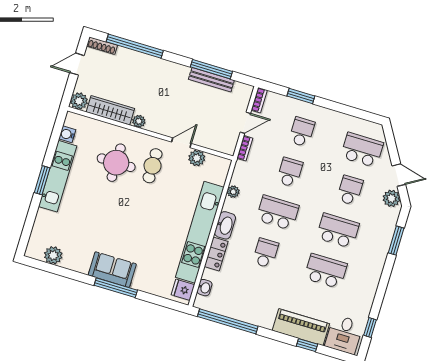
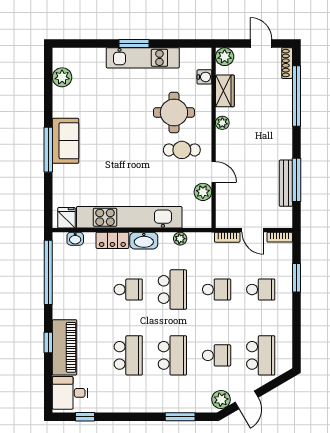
wardrobe: (110, 110) -> (225, 91), width x0.67
water cooler: (67, 134) -> (204, 77), moved, turned 90
window: (307, 345) -> (48, 342), moved

